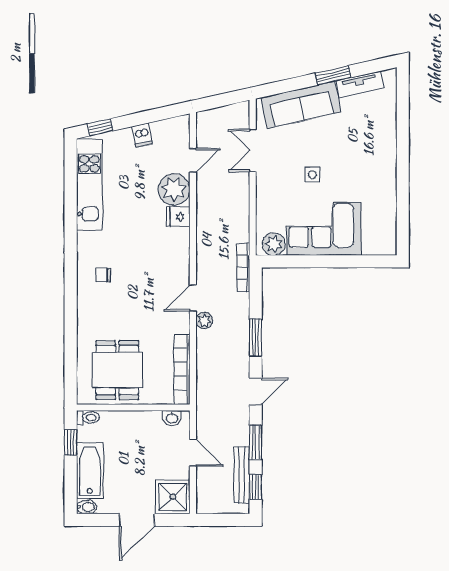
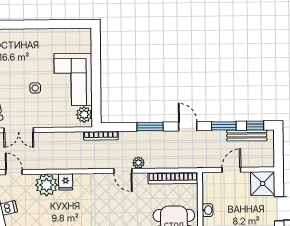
door: (193, 160) -> (14, 172), moved
washbasin: (172, 418) -> (208, 210), moved

